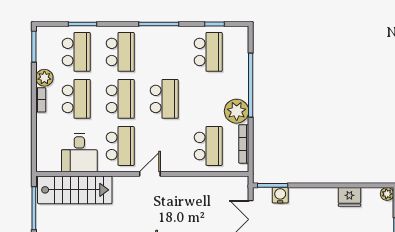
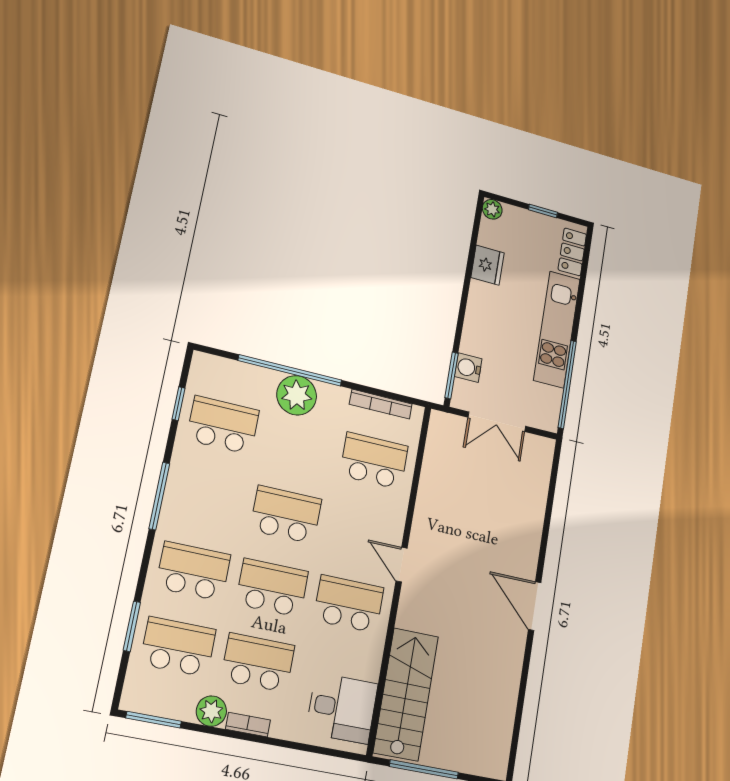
plant: (237, 111) -> (297, 395), moved
desk: (79, 153) -> (342, 708), moved

